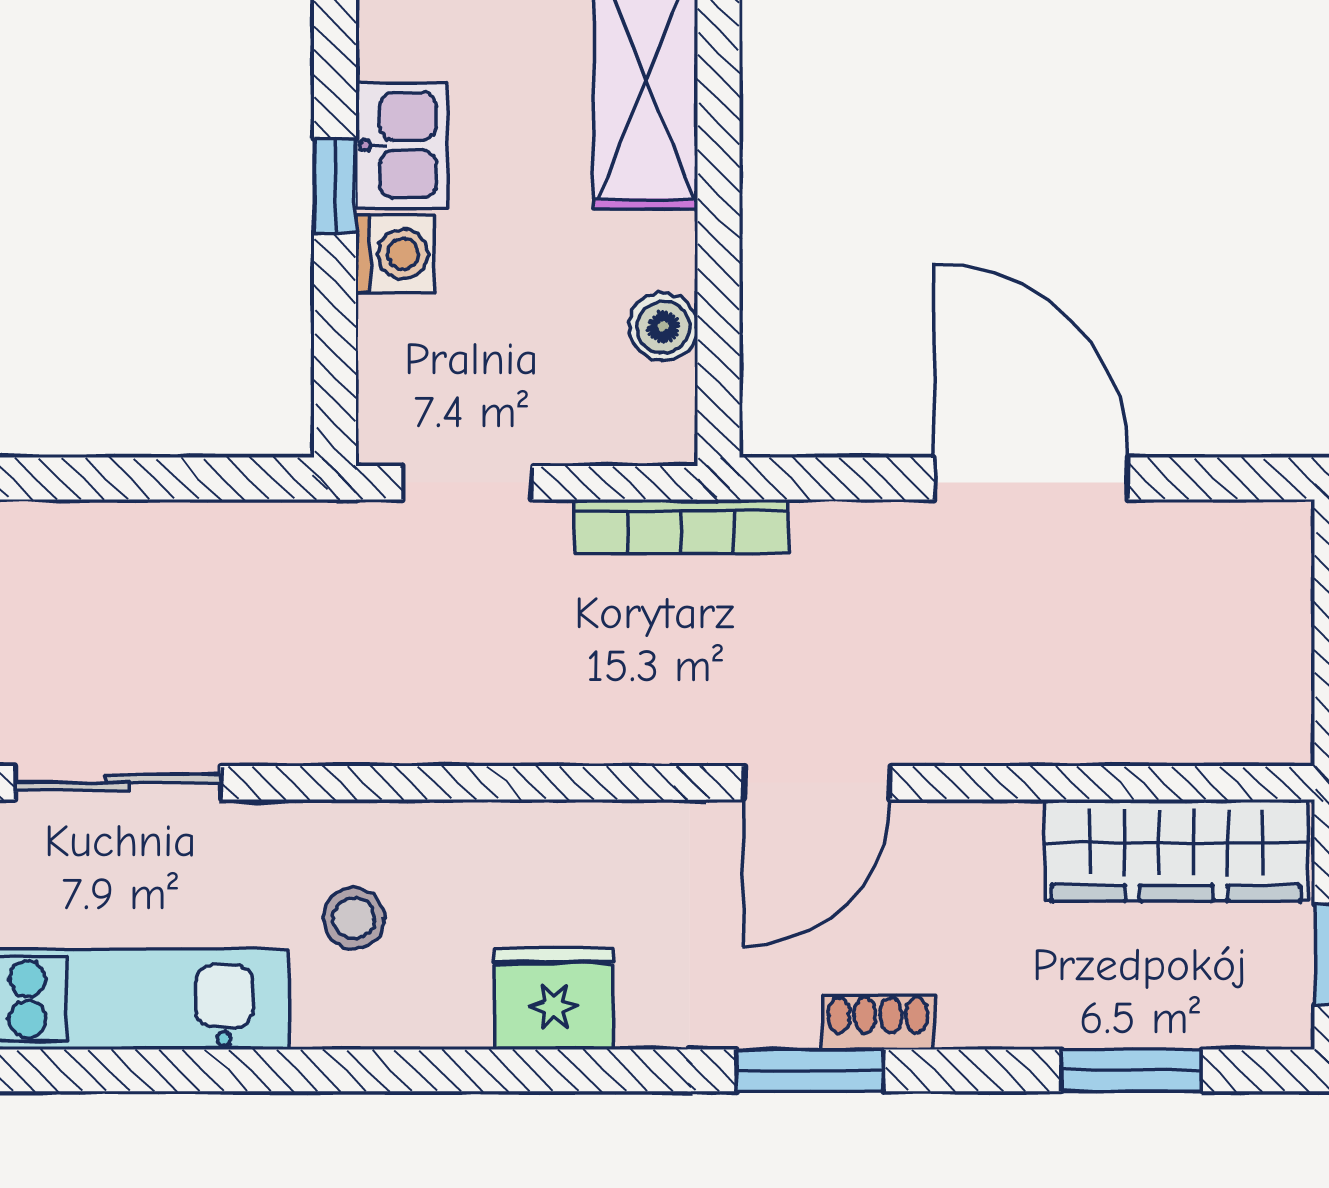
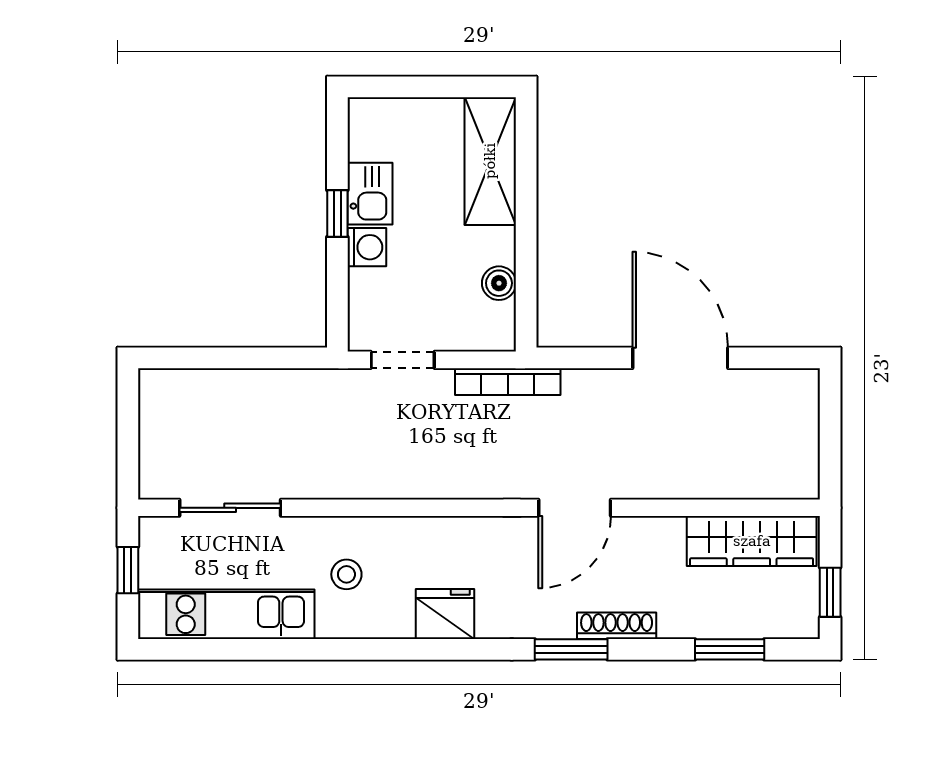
shoe rack: (878, 1022) -> (617, 626), width x1.43

